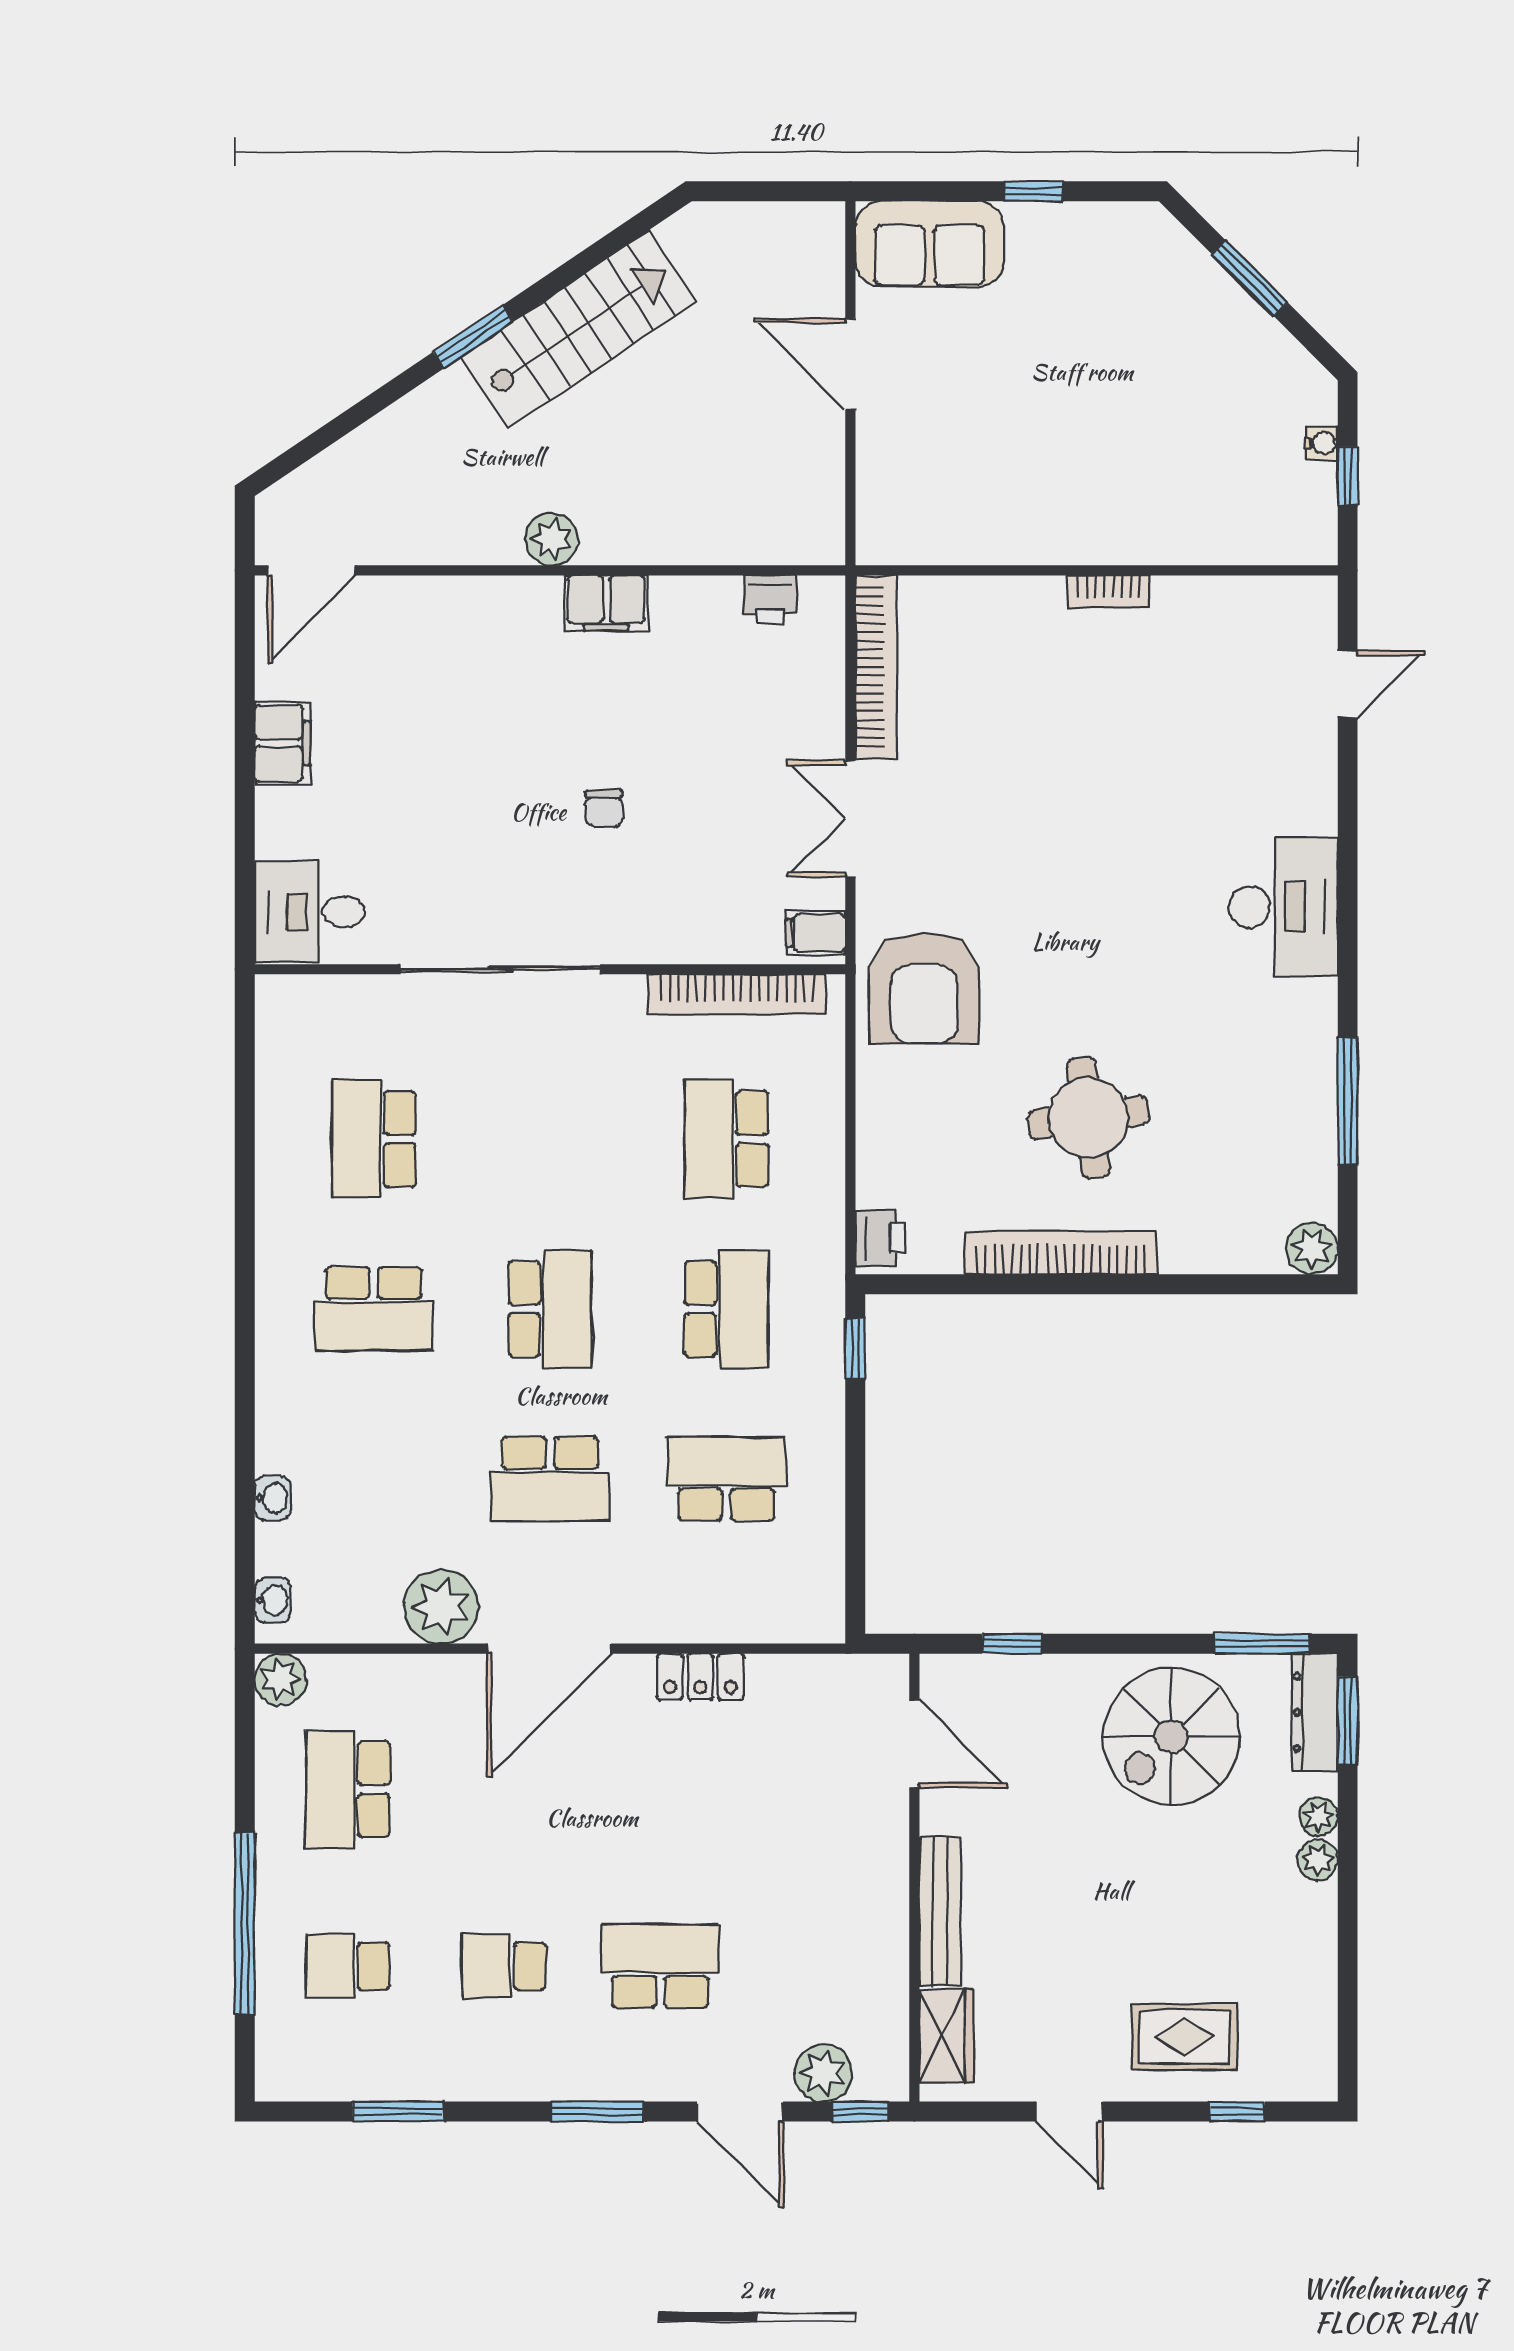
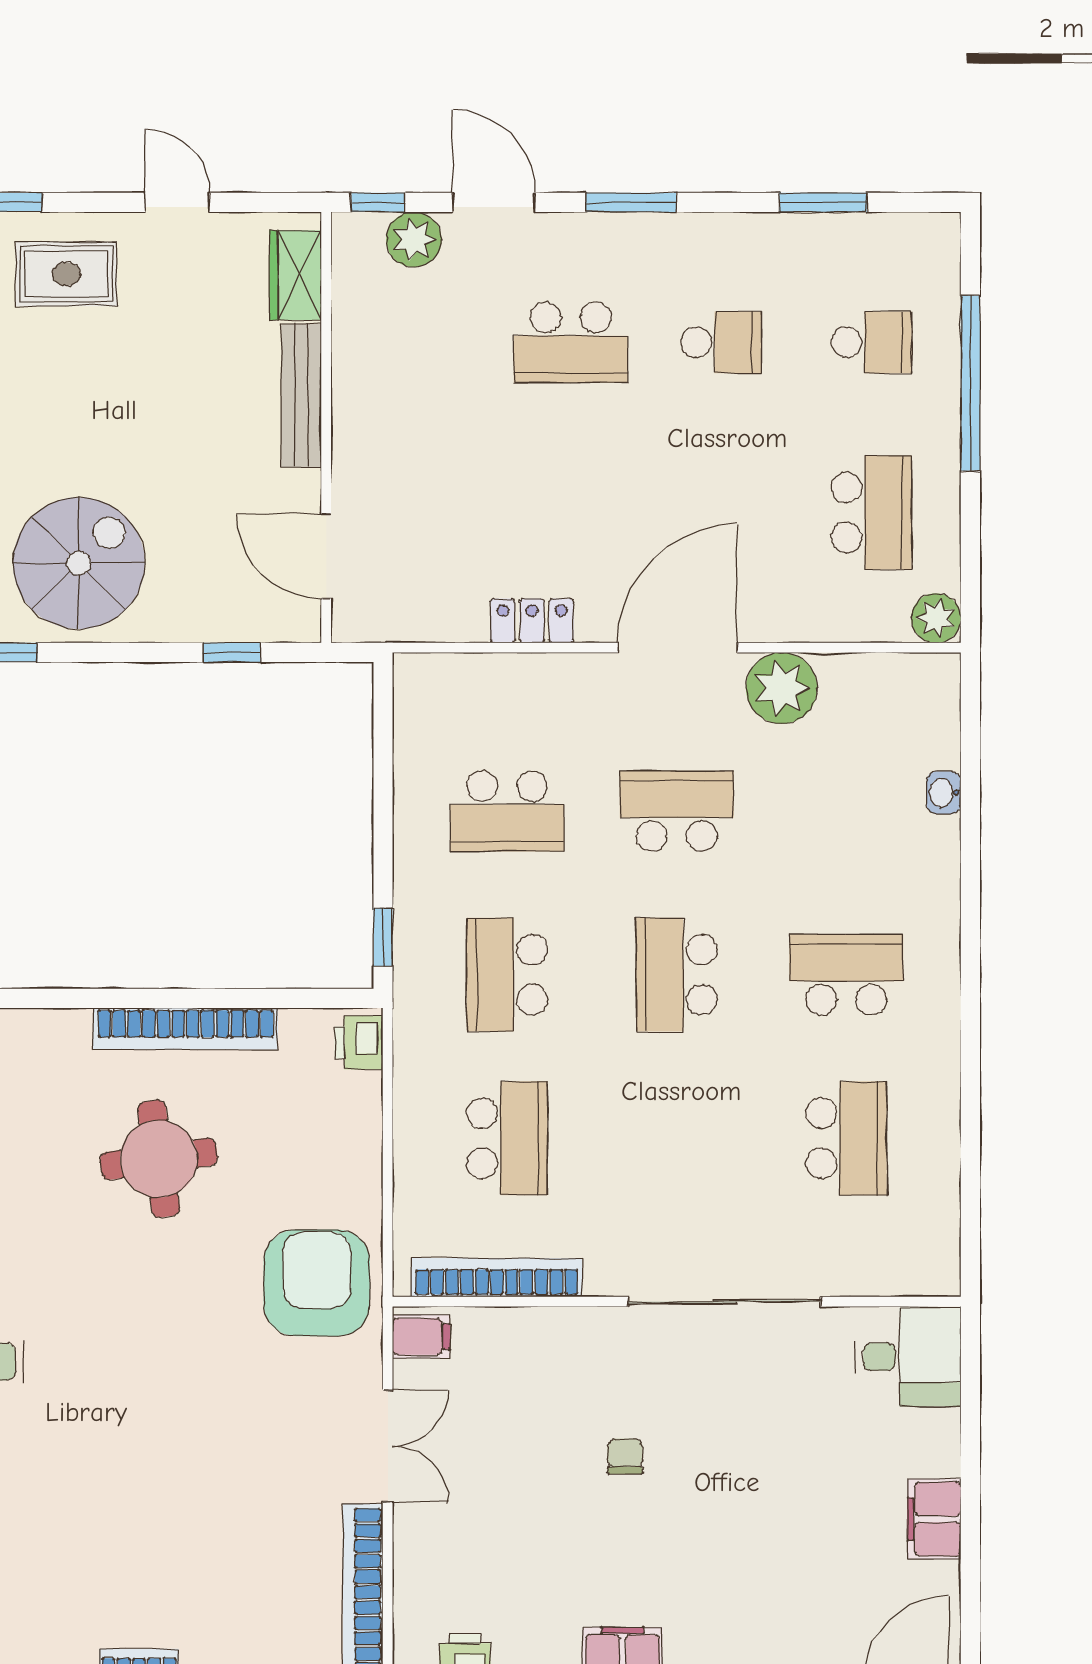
washbasin: (273, 1600) -> (944, 694), removed

